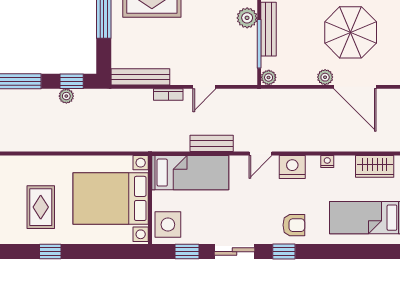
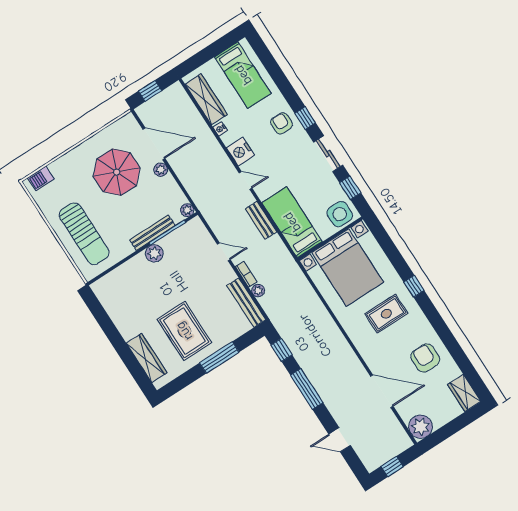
door: (355, 87) -> (154, 144), hinge flipped
plant: (66, 96) -> (258, 291), moved
wardrobe: (375, 166) -> (206, 99), width x1.50

